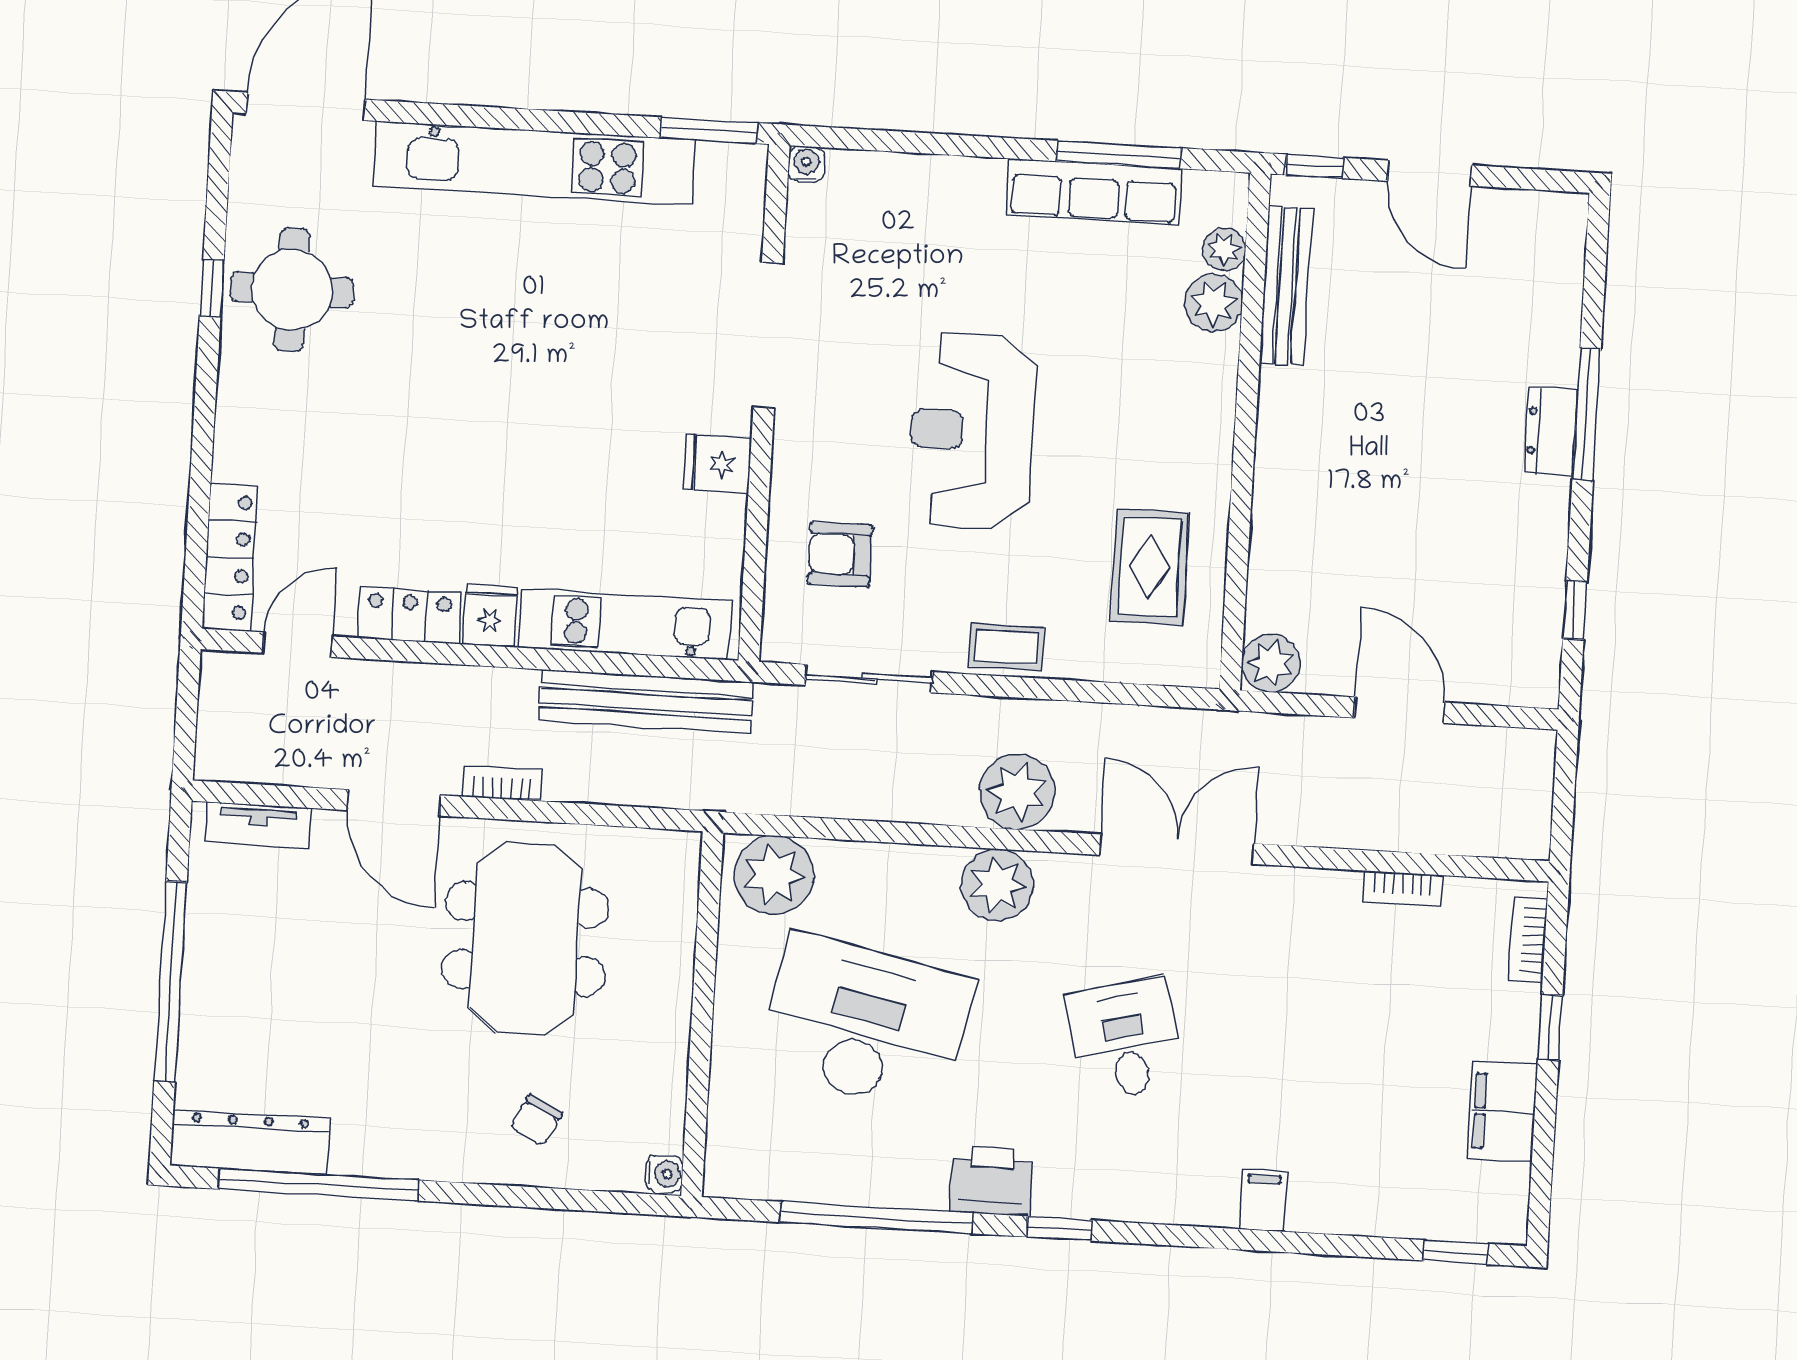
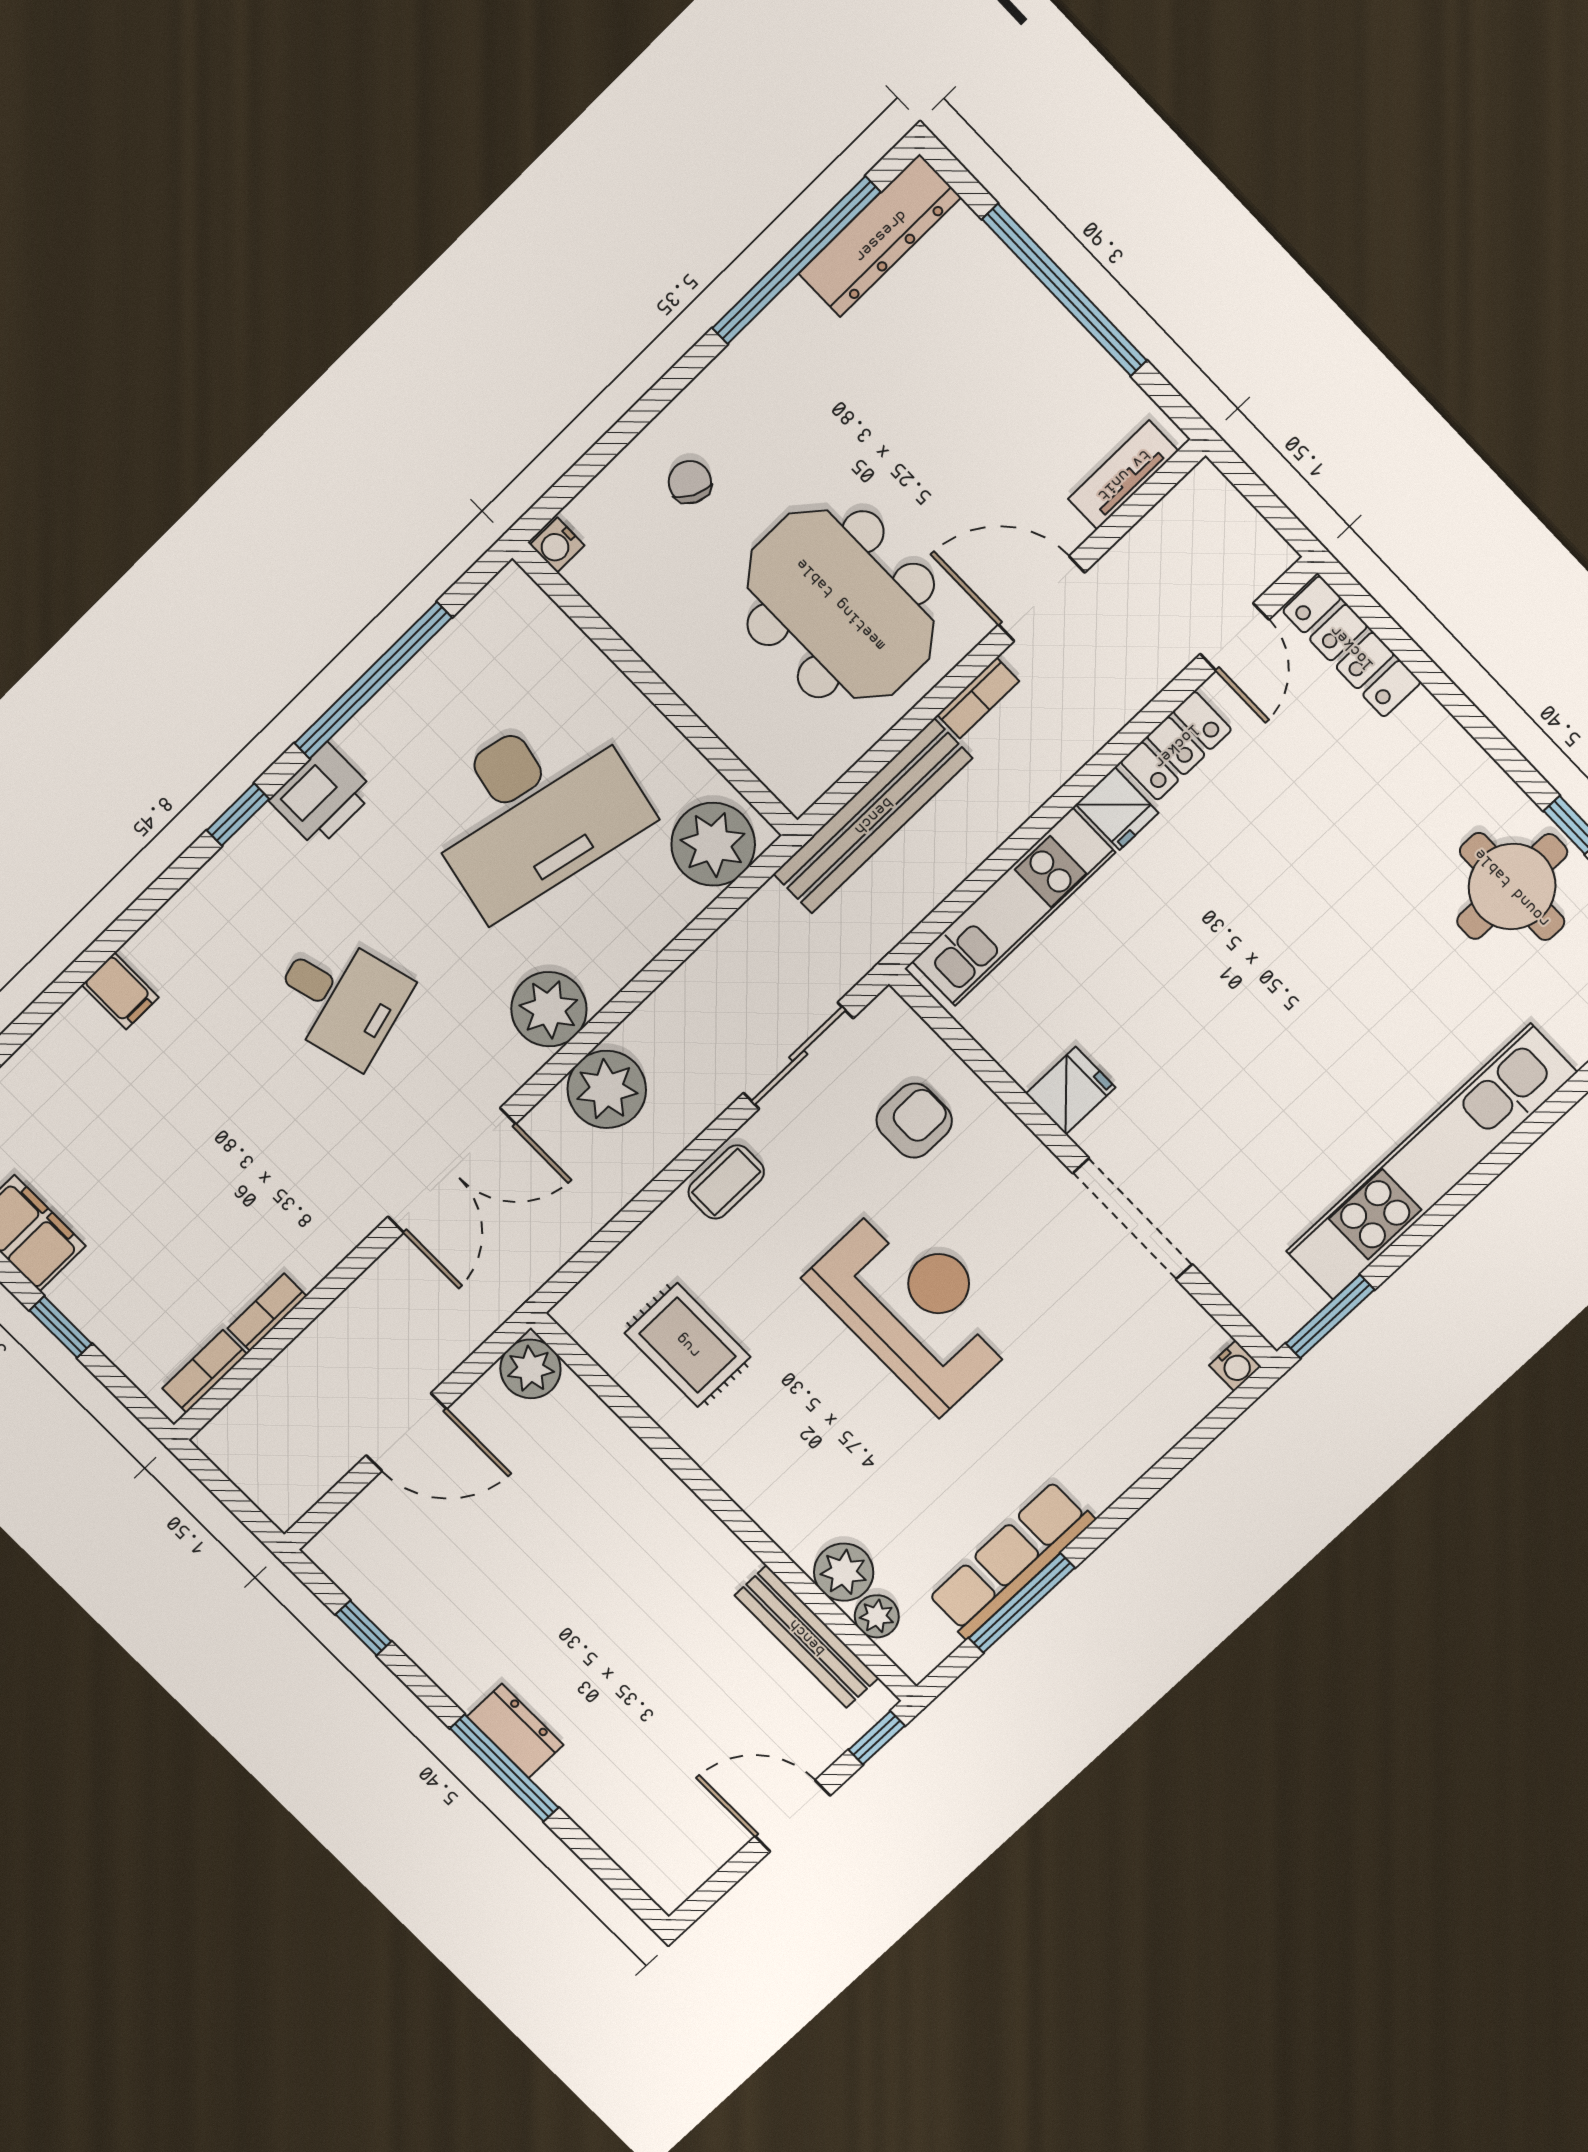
bench: (646, 702) -> (873, 816), moved
bookcase: (1528, 940) -> (205, 1371), moved, turned -90

